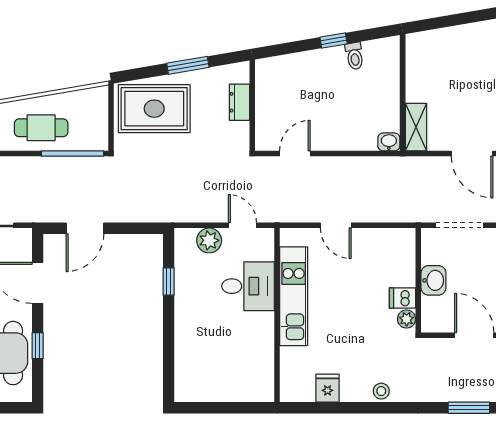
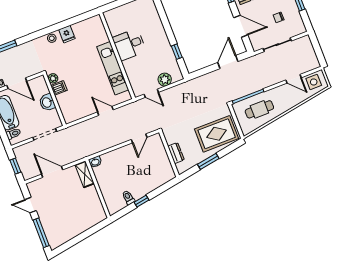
cafe table: (41, 128) -> (259, 109), moved
desk: (248, 286) -> (129, 45), moved
fridge: (328, 388) -> (67, 34), moved

